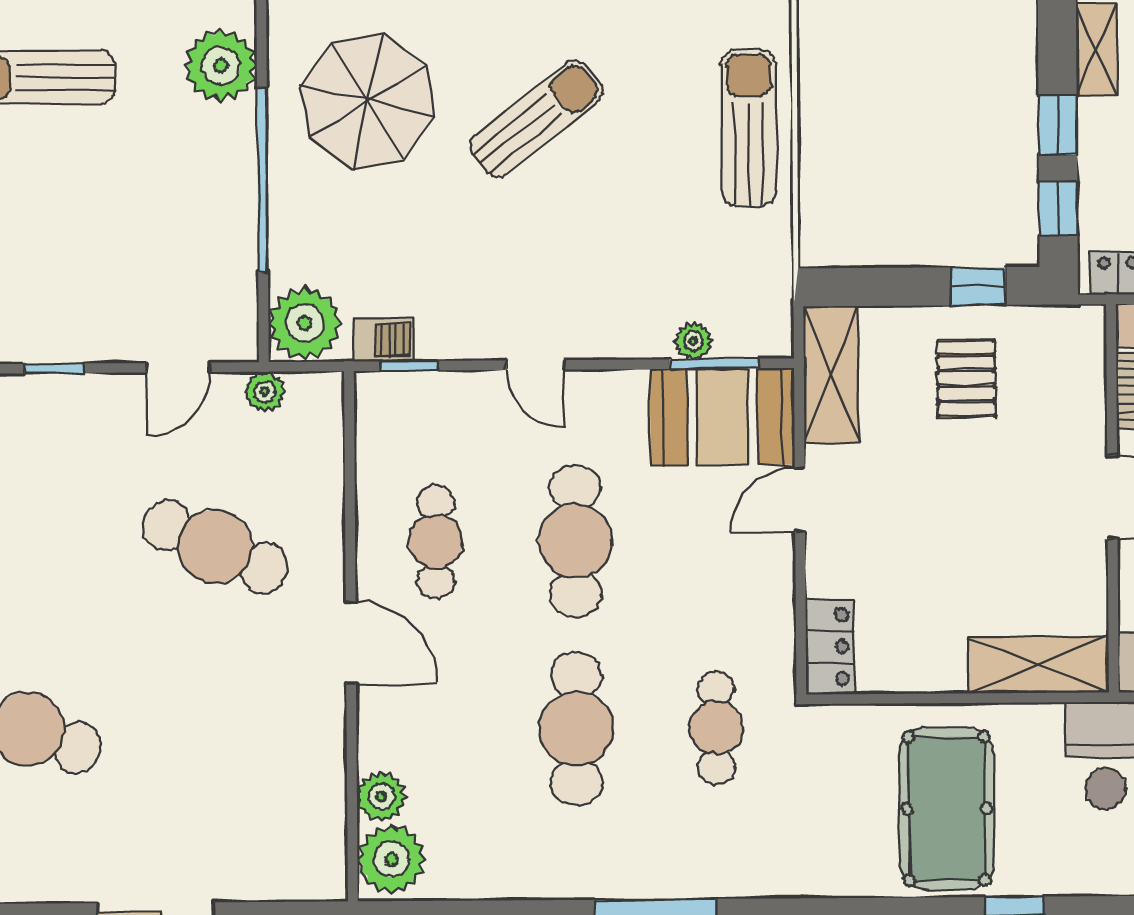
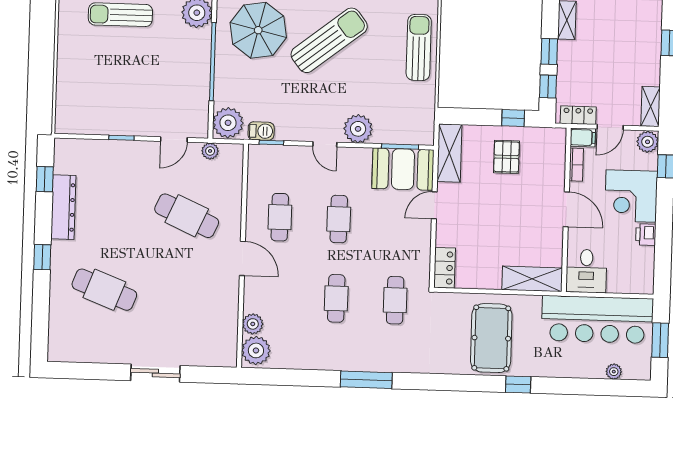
sun lounger: (536, 119) -> (329, 40), width x1.36, depth x1.34
plant: (693, 341) -> (358, 129), moved, width x1.88, depth x1.88
cafe table: (575, 541) -> (339, 219), width x0.73, depth x0.74
cafe table: (576, 729) -> (336, 298), width x0.73, depth x0.74

